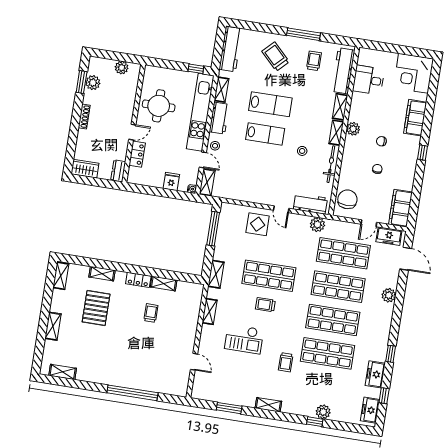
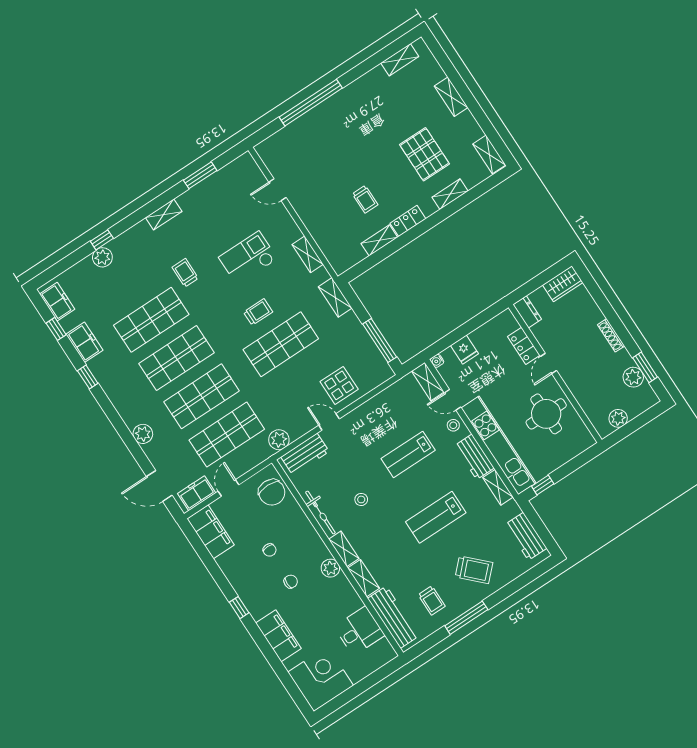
workbench: (231, 49) -> (526, 536), width x0.73
lab bench: (265, 134) -> (408, 454), moved

